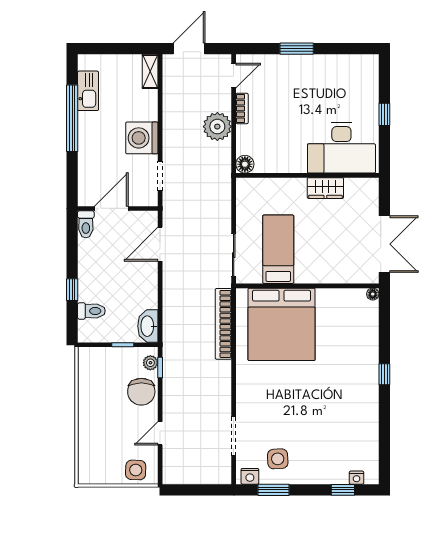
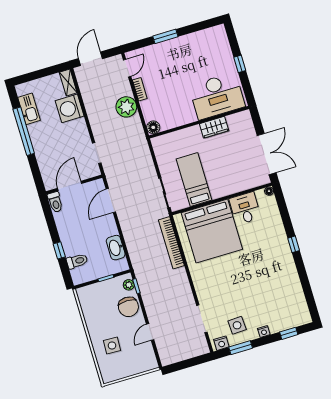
washing machine: (142, 138) -> (70, 108), moved
desk: (334, 307) -> (245, 208), added
washbasin: (148, 326) -> (116, 248), moved
side table: (136, 470) -> (112, 346), moved
nightstand: (357, 478) -> (264, 332), moved

